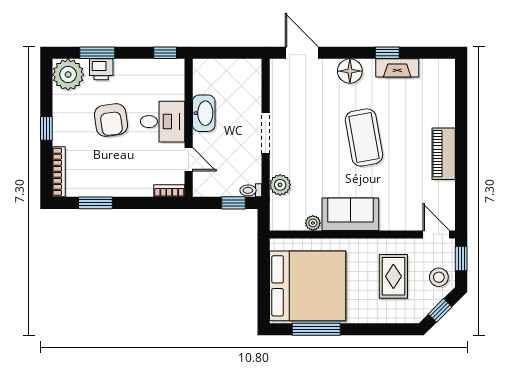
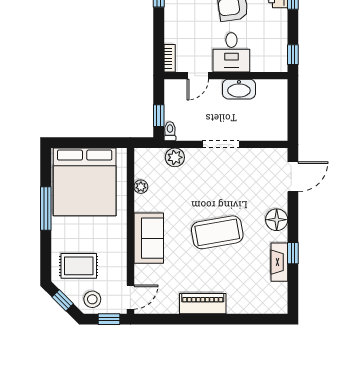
sofa: (350, 214) -> (149, 238), moved
rug: (393, 276) -> (79, 266), moved
window: (316, 329) -> (46, 209), moved

